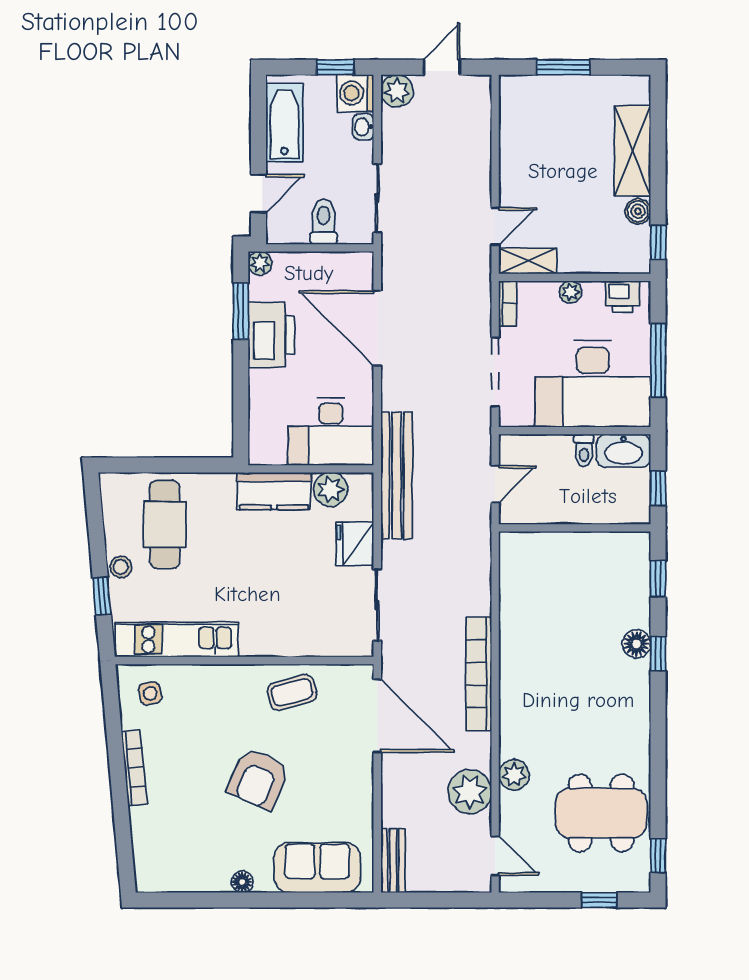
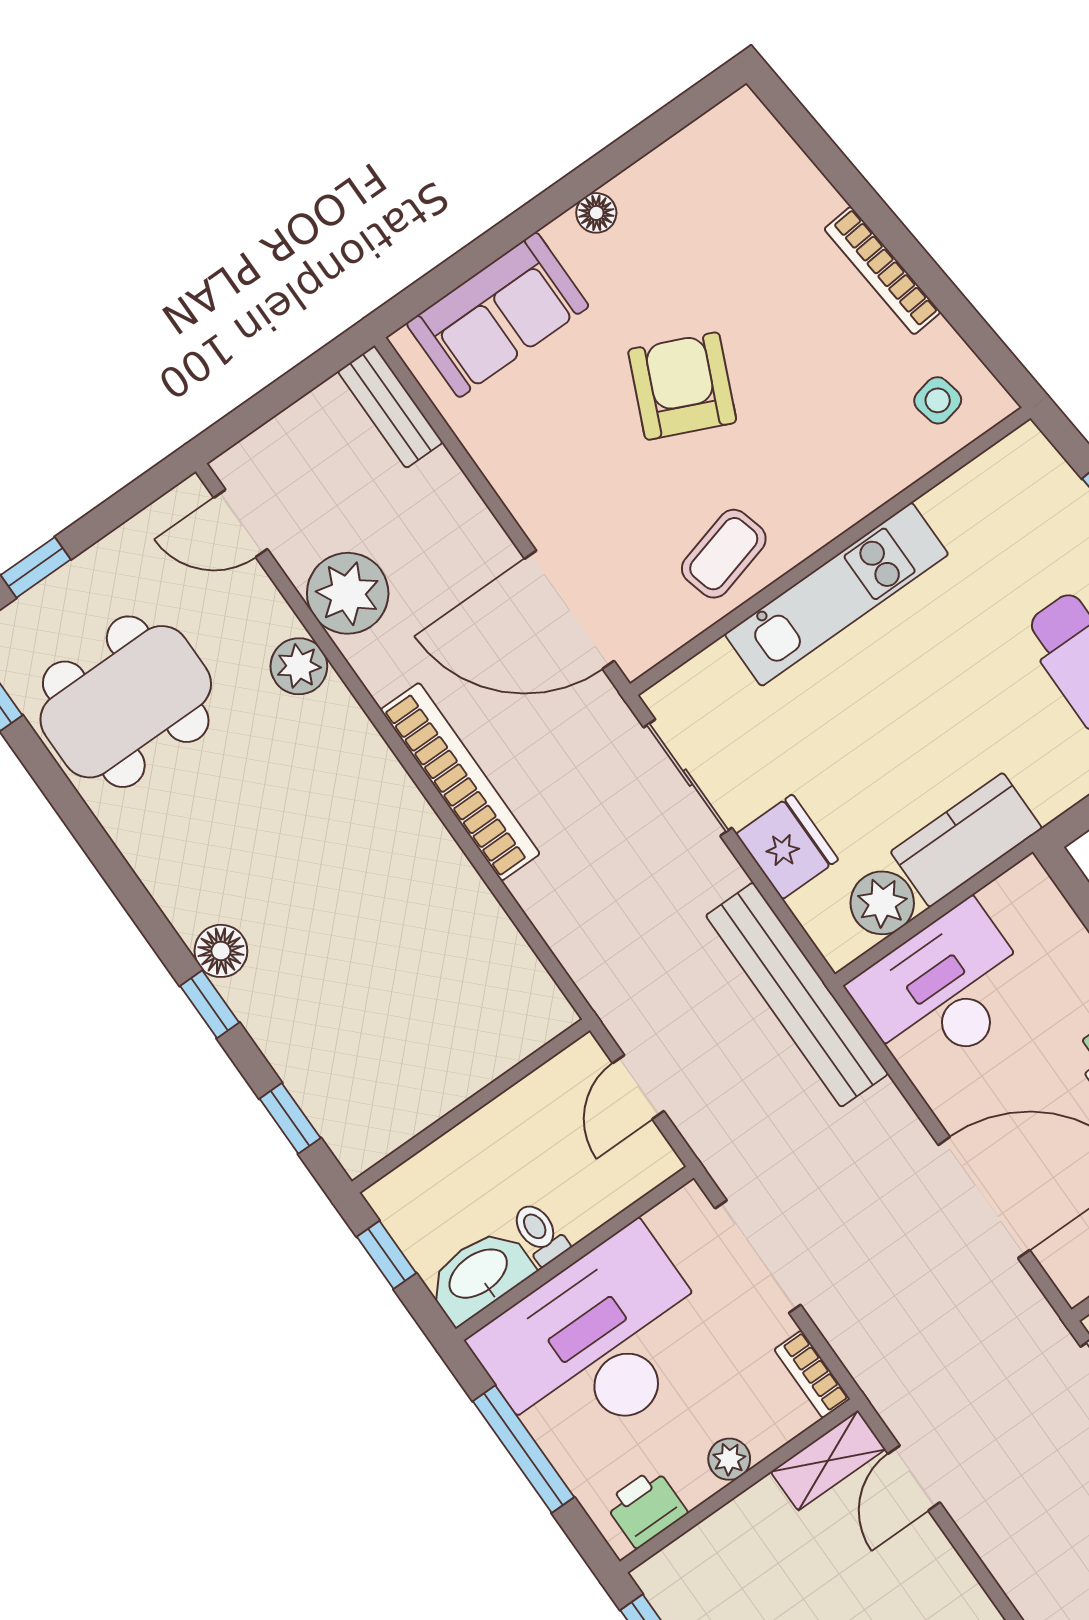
kitchen unit: (177, 640) -> (836, 594), moved
floor lamp: (637, 644) -> (221, 951), moved

